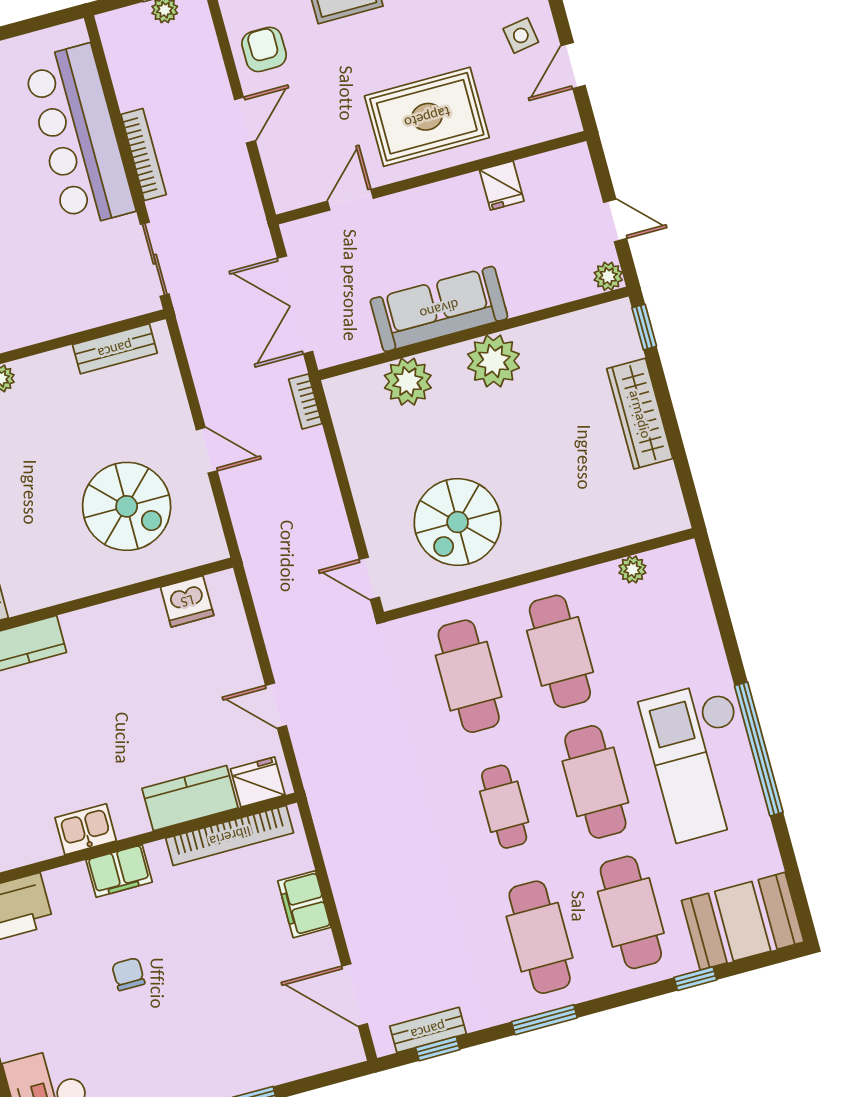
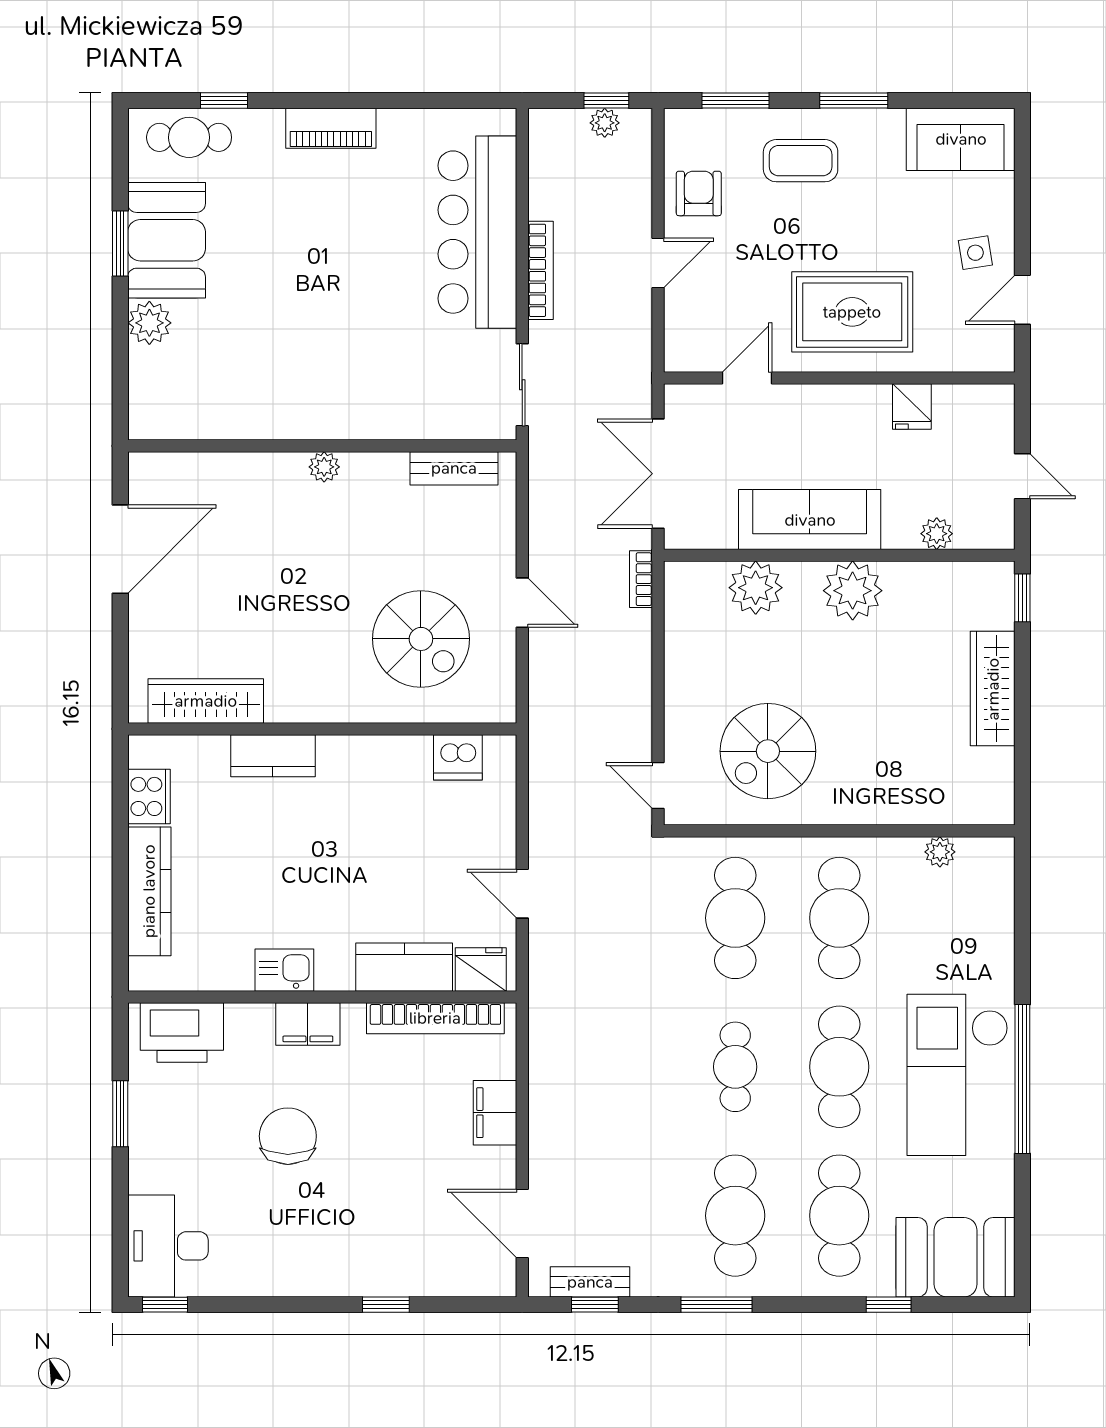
plant: (608, 276) -> (937, 534), moved
chair: (128, 974) -> (288, 1136), width x1.87, depth x1.87

